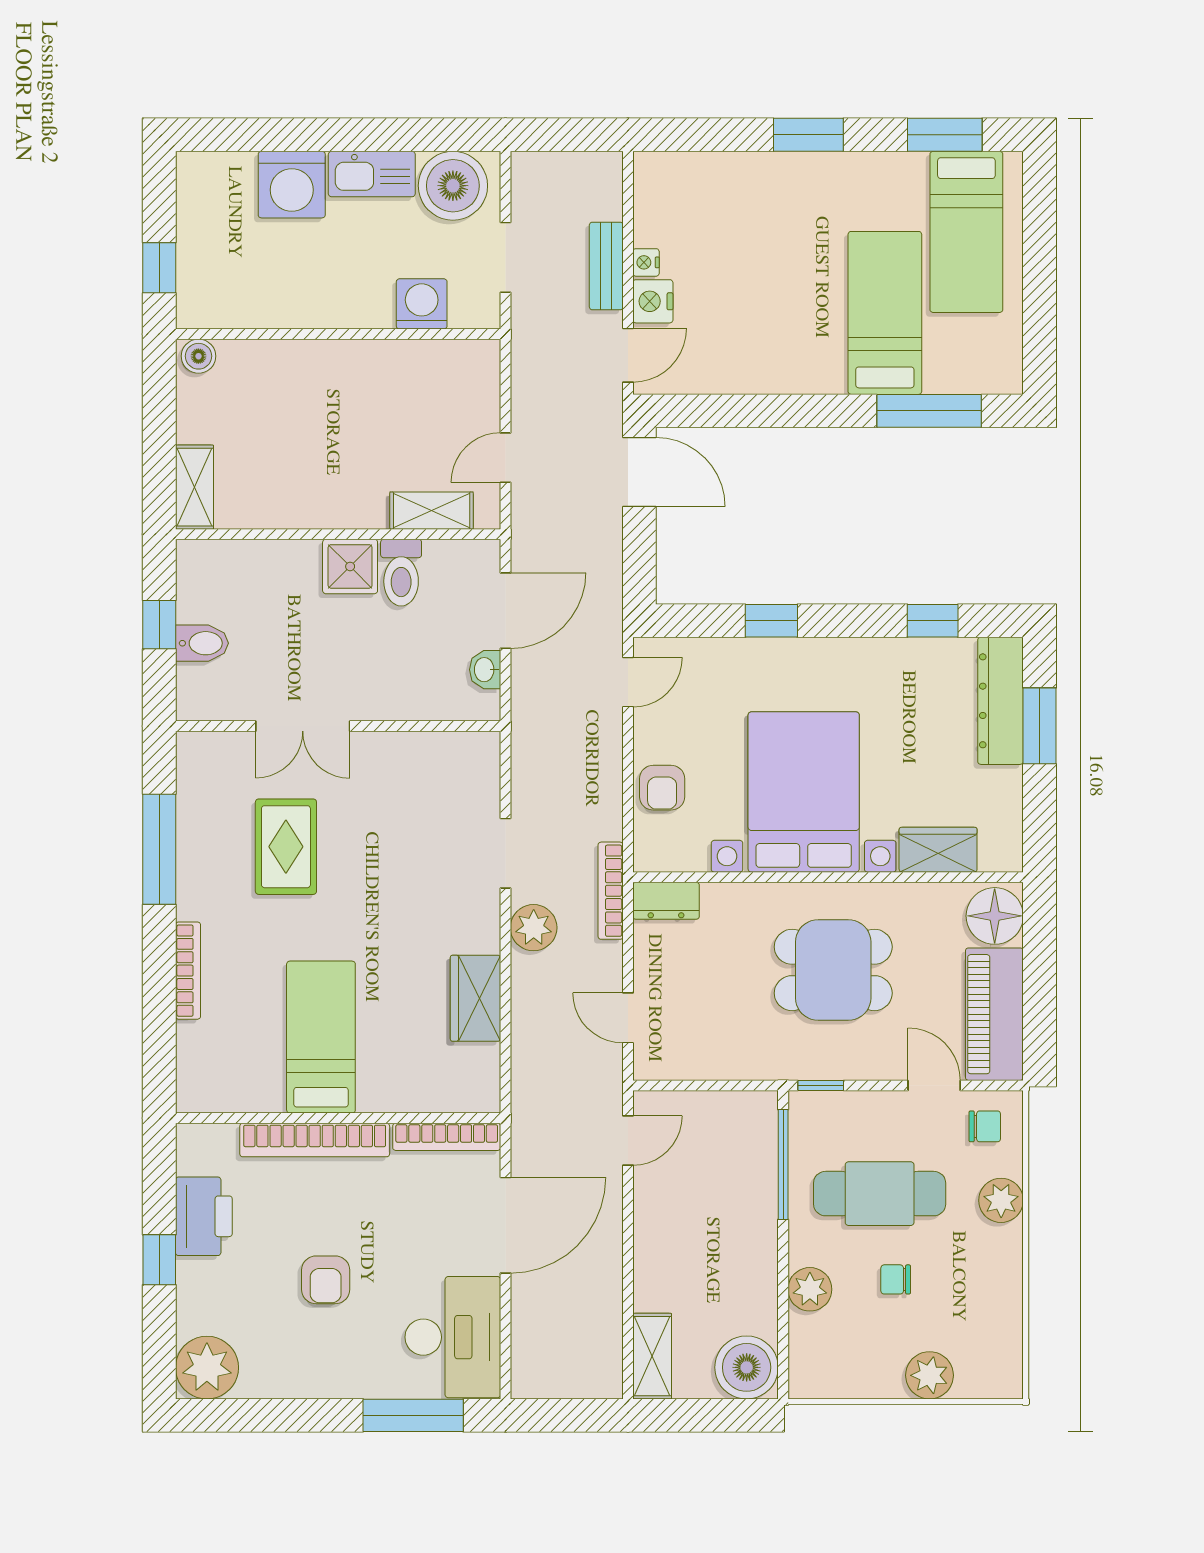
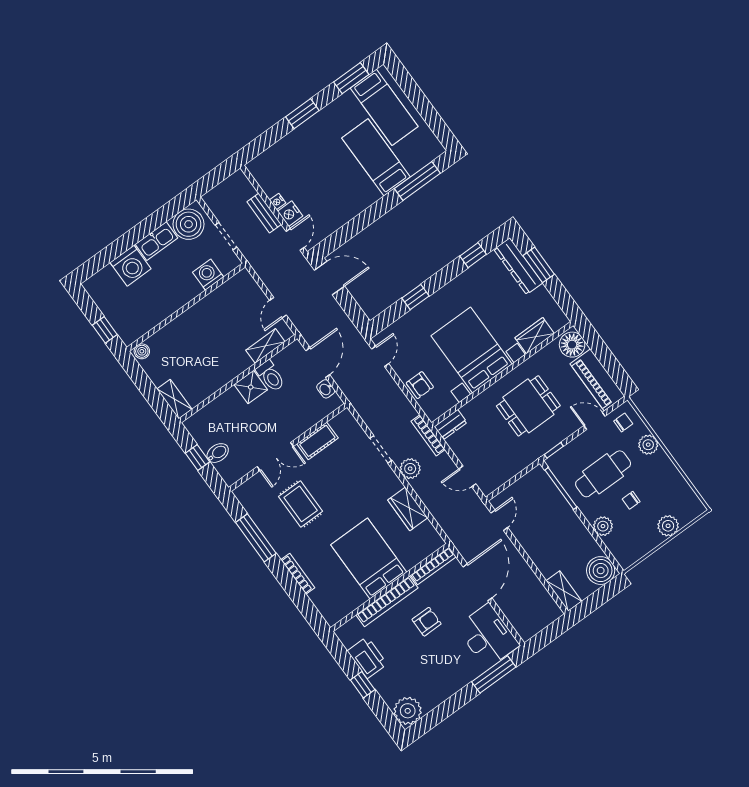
cot: (401, 754) -> (317, 441), added
bed: (321, 1037) -> (369, 559), width x1.50
armchair: (326, 1280) -> (427, 622), moved, turned -90

